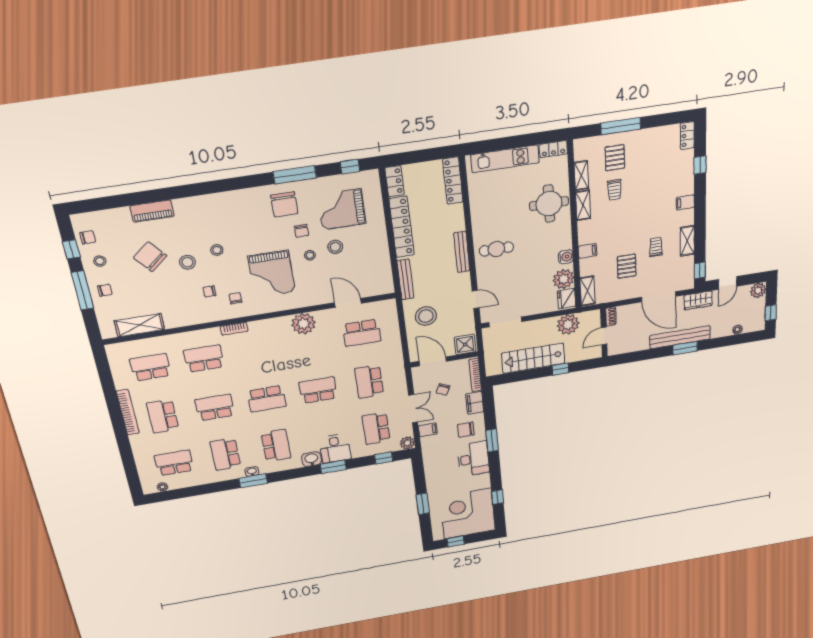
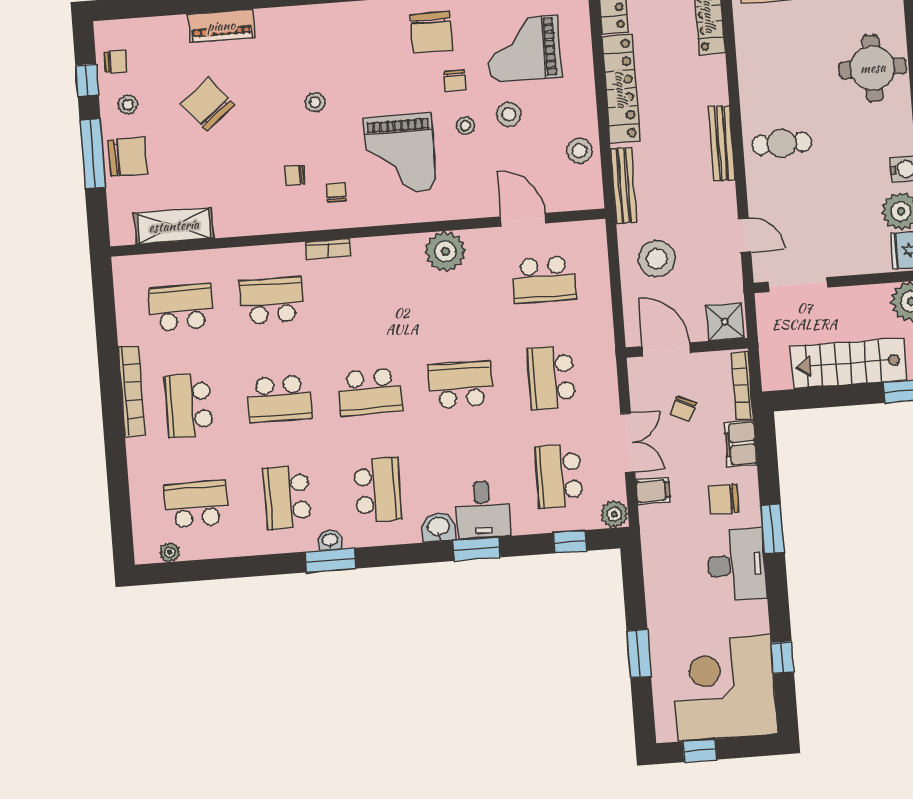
stool: (187, 262) -> (579, 151), moved
chair: (105, 290) -> (128, 157), width x1.87, depth x1.87
school desk: (215, 407) -> (279, 399), turned 180

